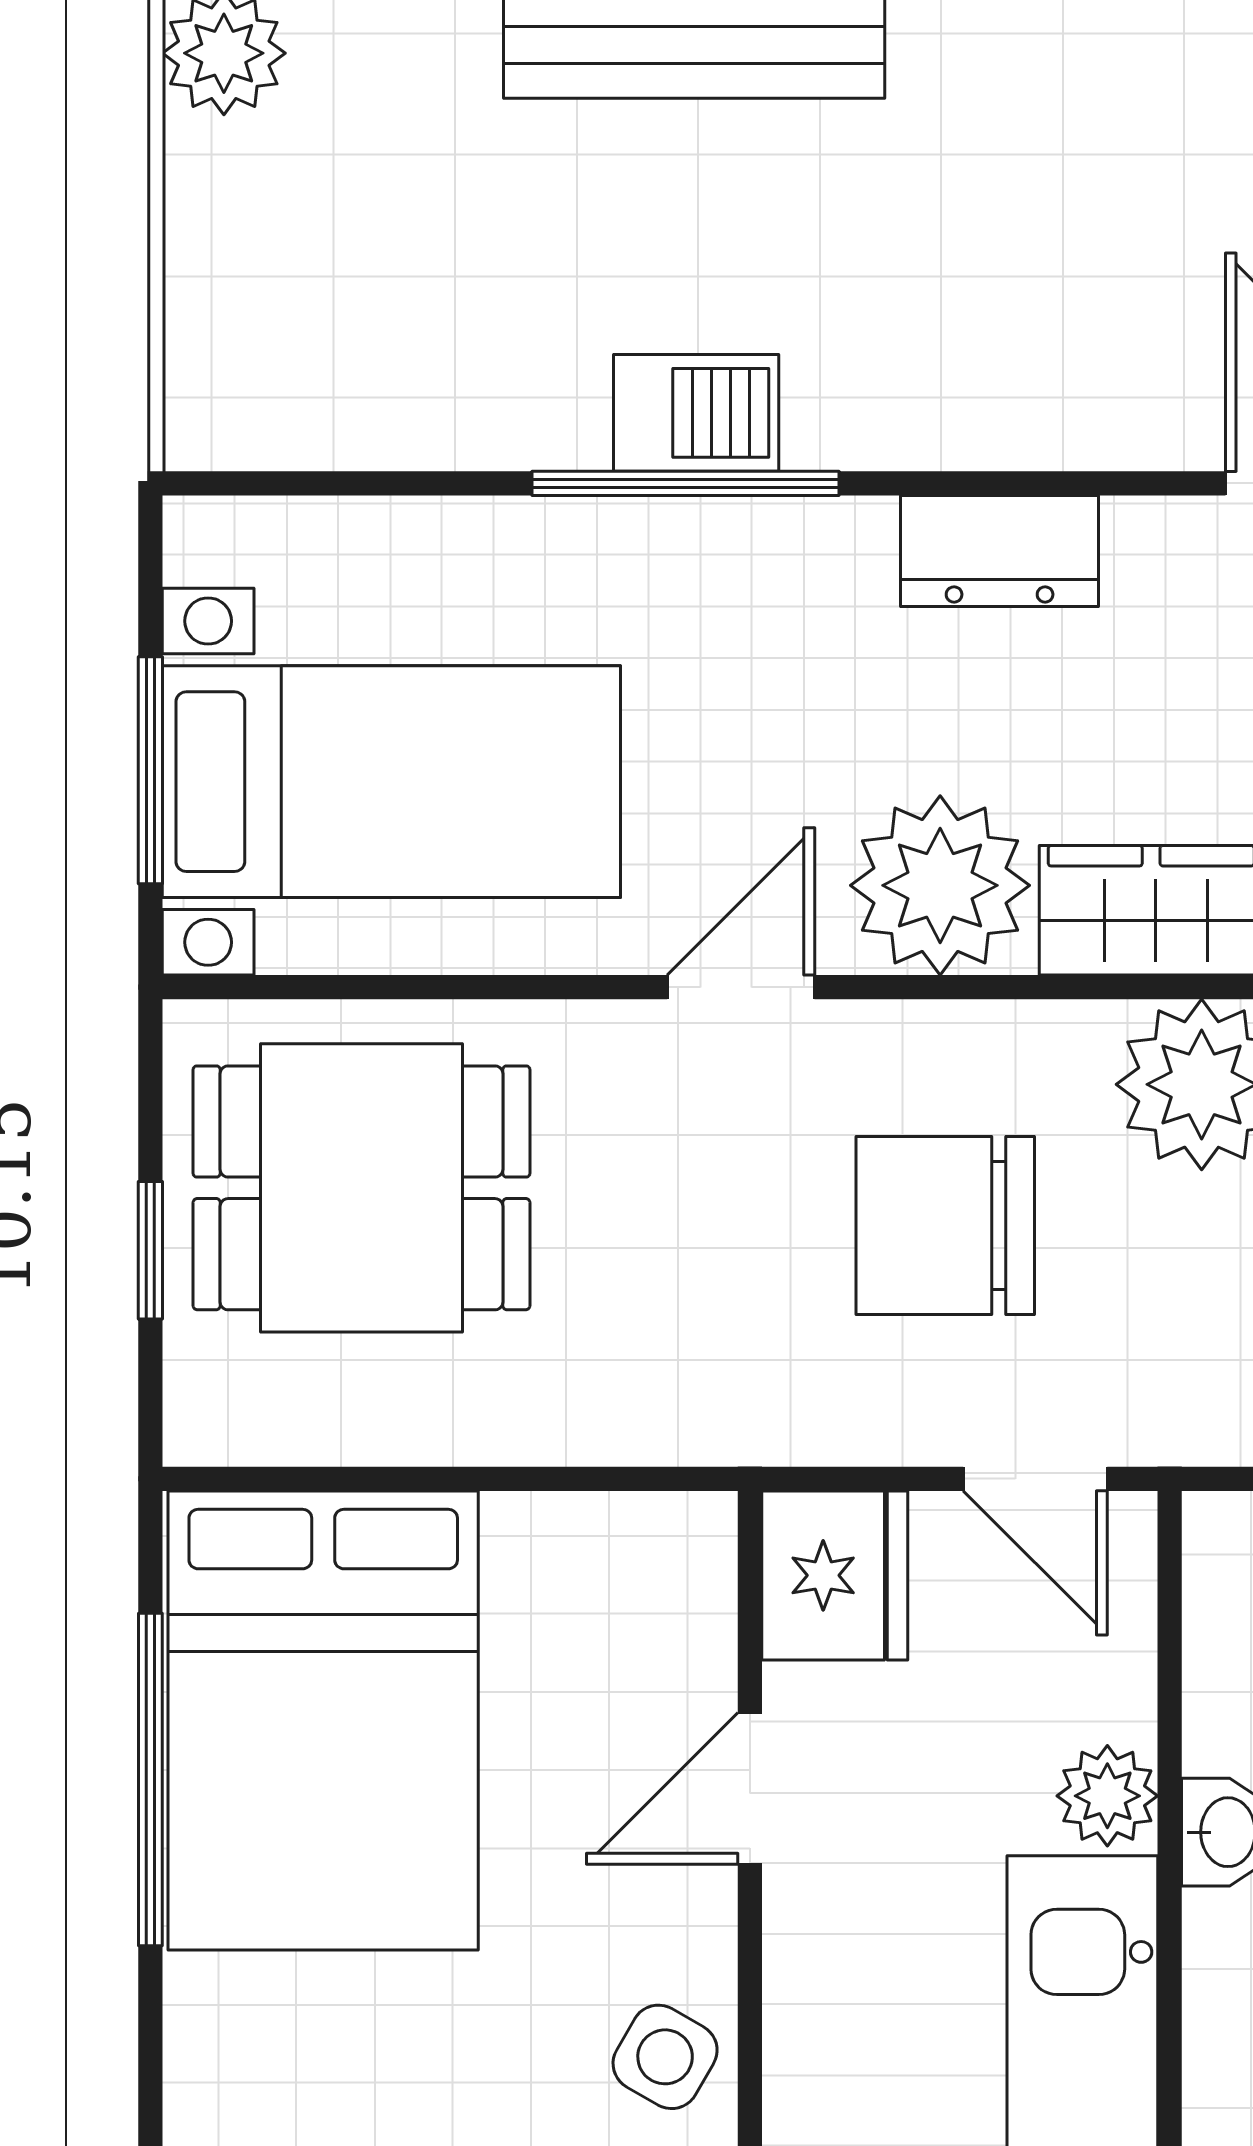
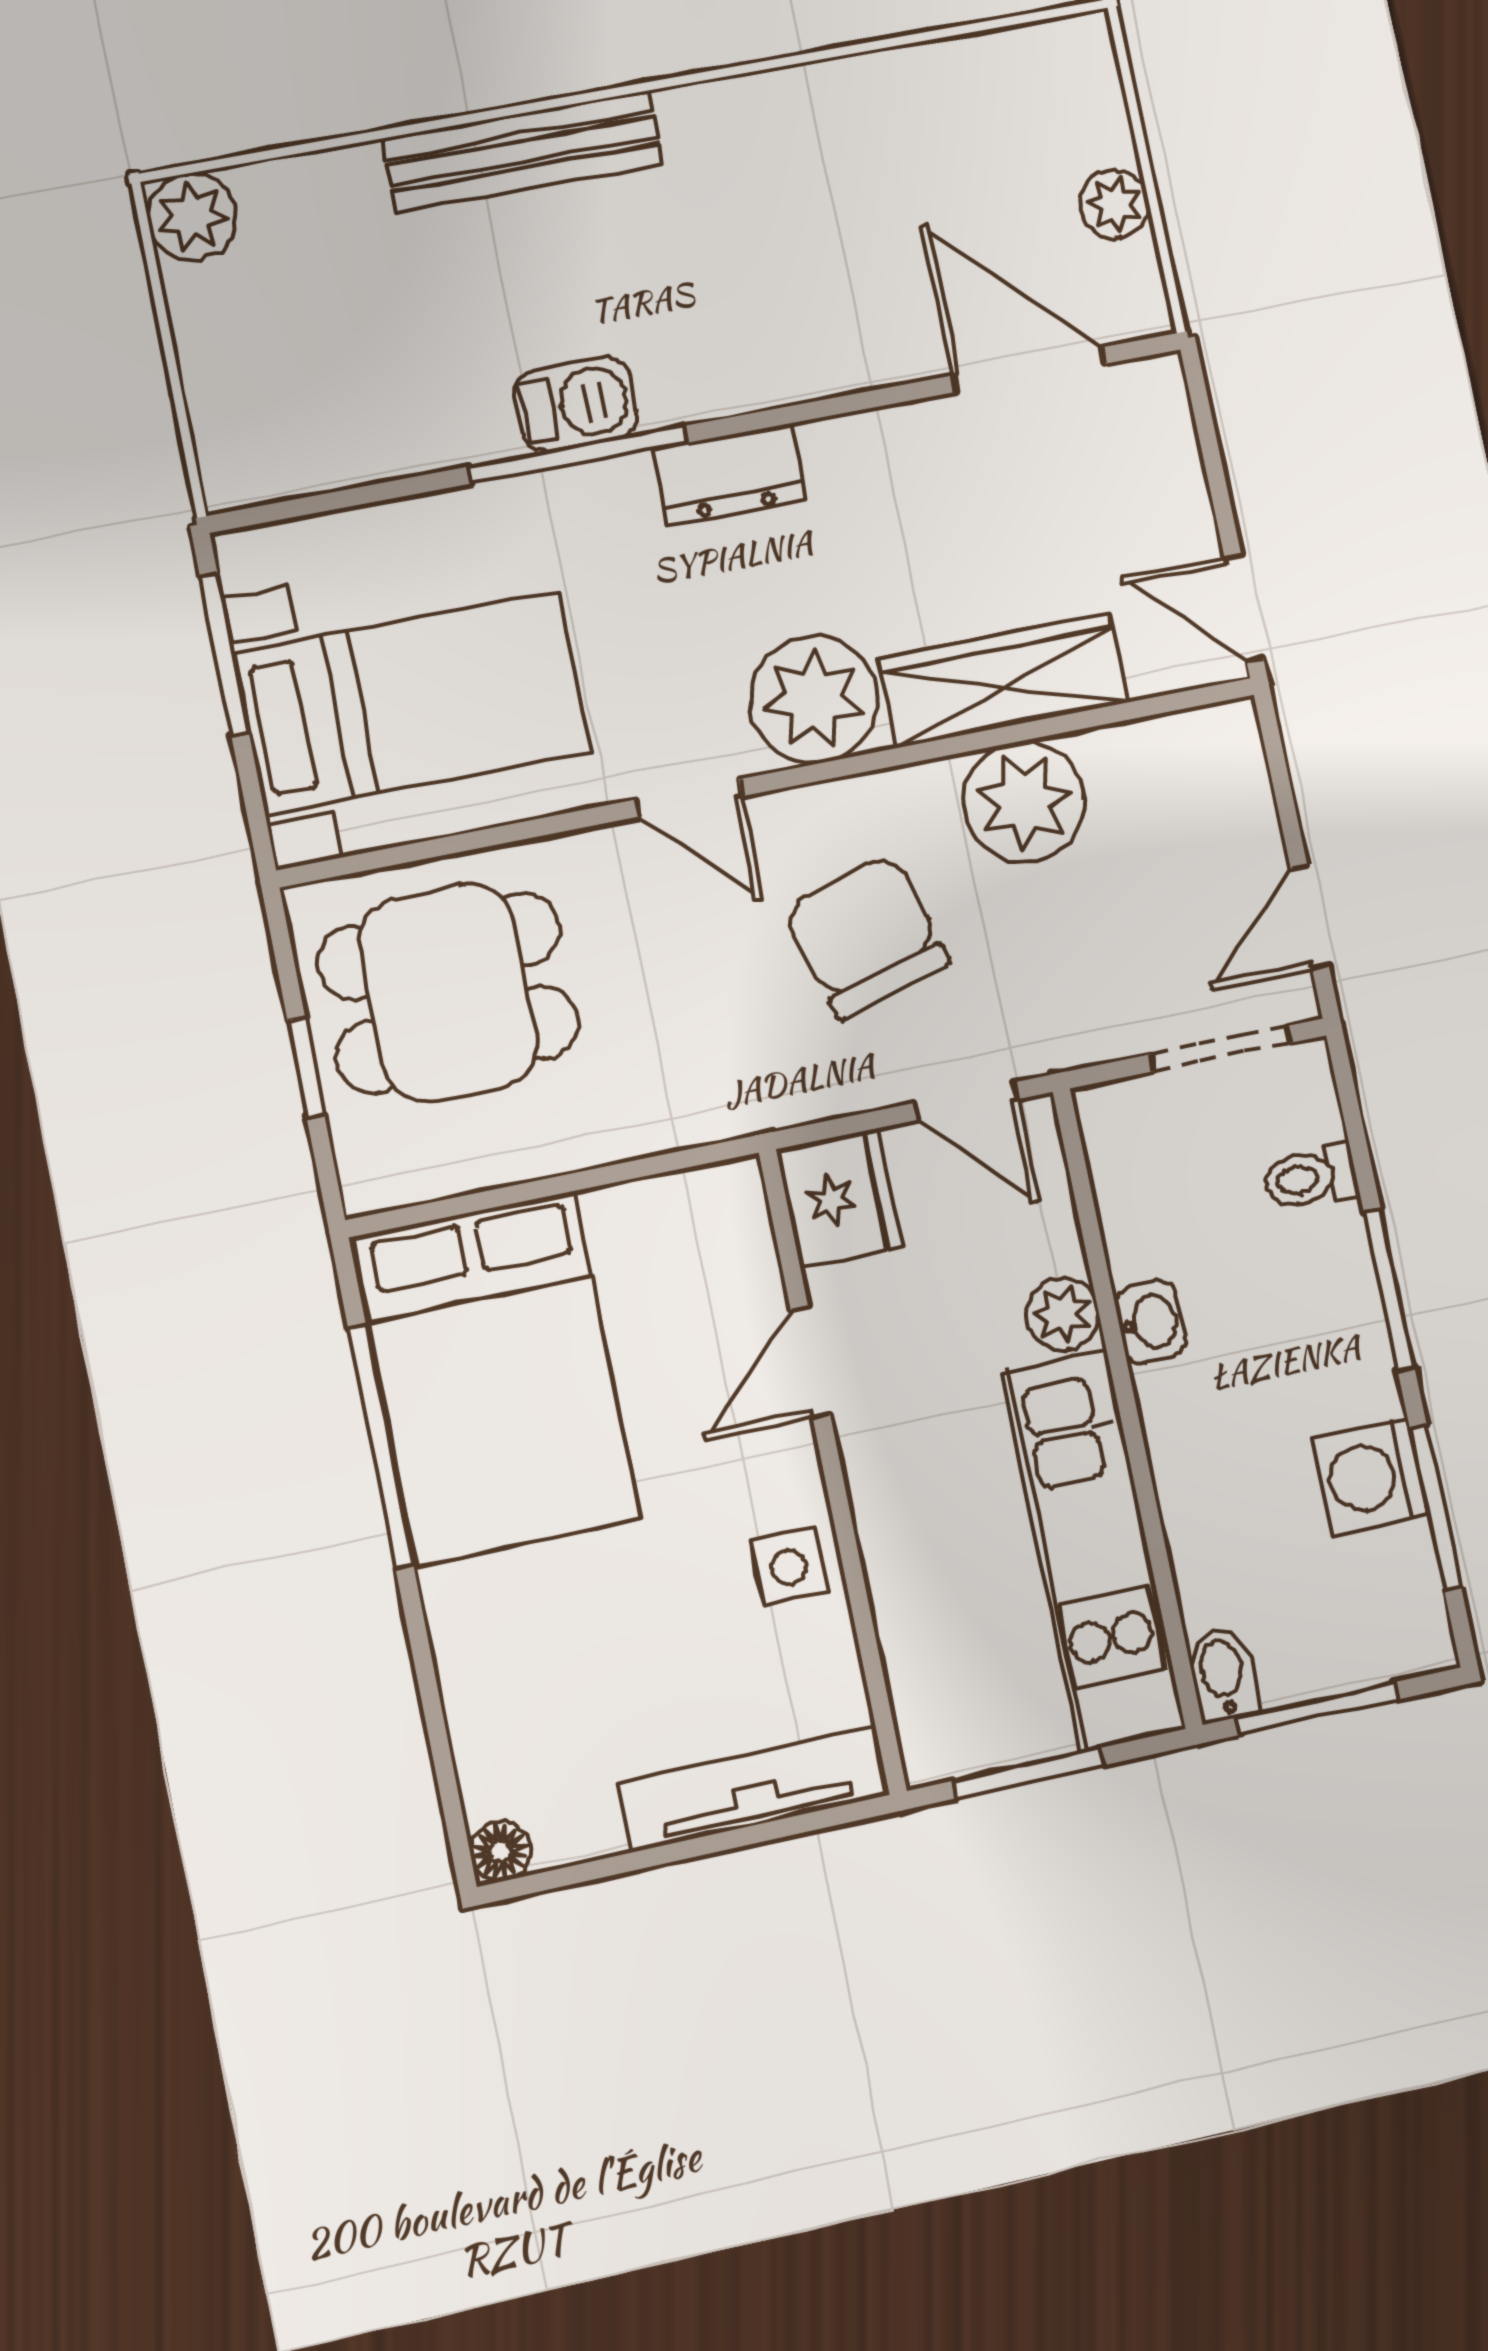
dresser: (1000, 551) -> (730, 474), moved
window: (150, 770) -> (225, 655), moved
door: (741, 987) -> (689, 798), swing flipped
chair: (945, 1225) -> (866, 936), turned 74
side table: (665, 2057) -> (789, 1567), turned -30

